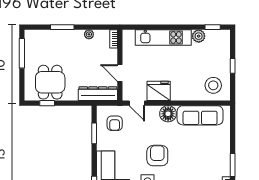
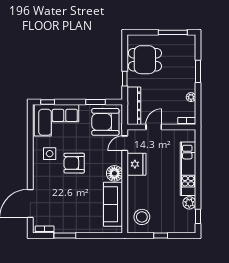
window: (47, 103) -> (125, 79), moved
armchair: (115, 123) -> (105, 122), width x1.88, depth x1.88
armchair: (157, 156) -> (74, 163), turned 180

